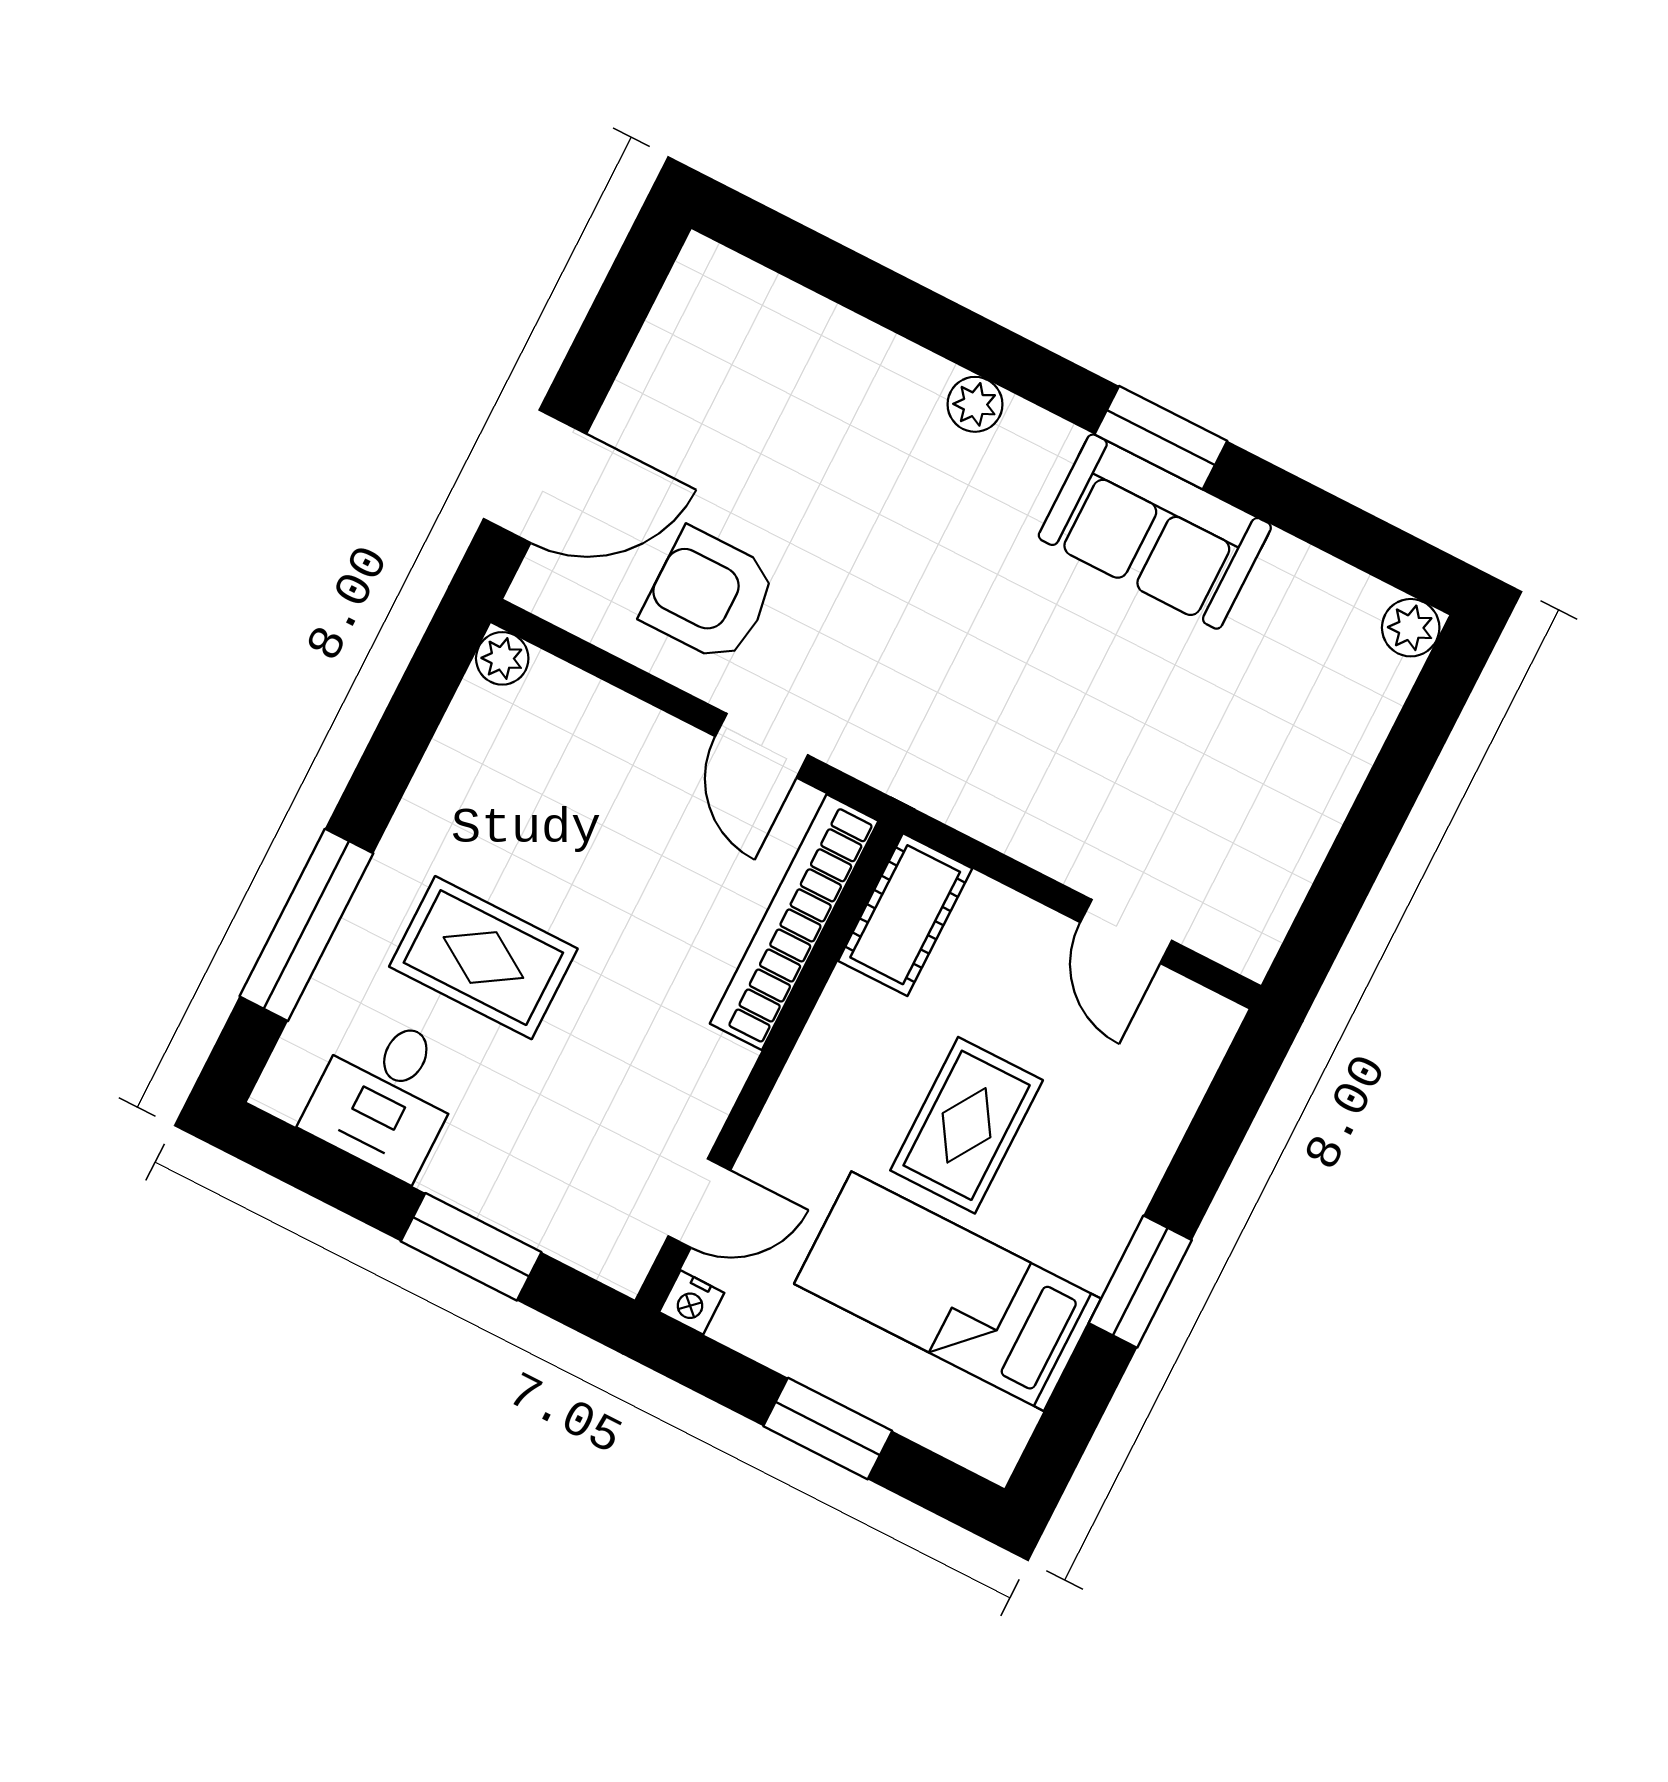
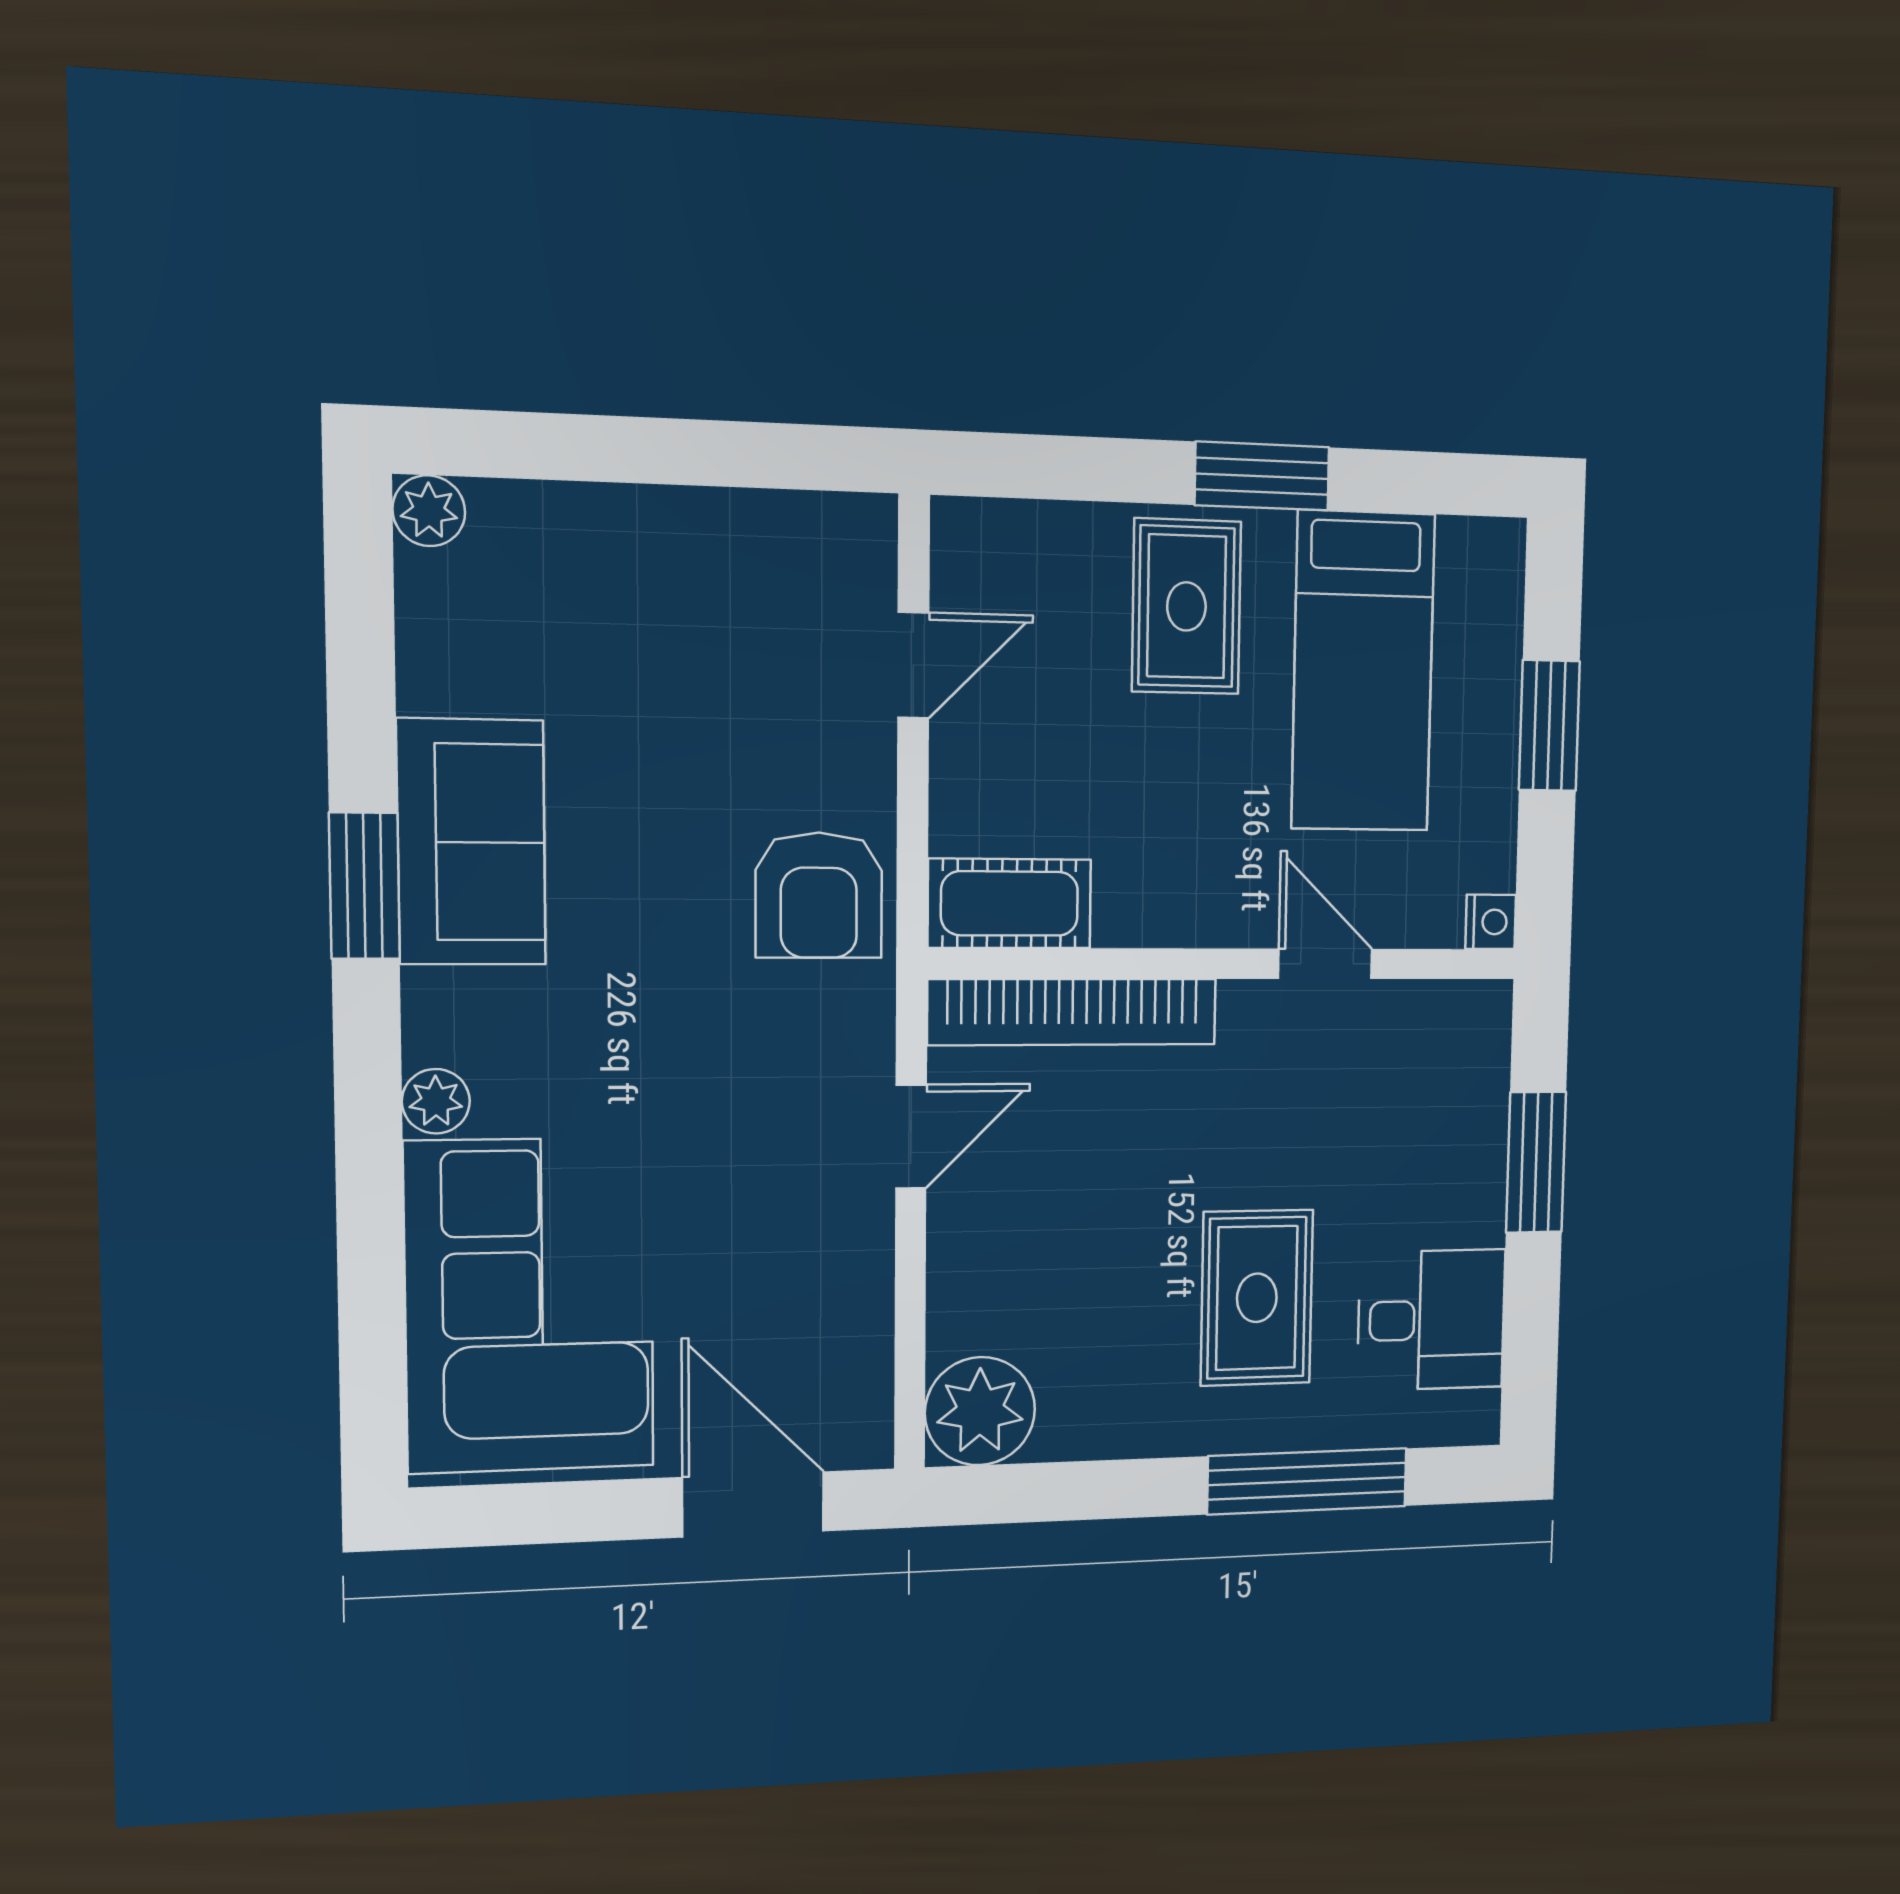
corner sofa: (783, 391) -> (530, 1305), added
armchair: (709, 596) -> (819, 895), moved
plant: (502, 658) -> (980, 1411), width x1.88, depth x1.88
rug: (967, 1125) -> (1186, 606), moved, turned 90
door: (699, 1203) -> (1325, 964), moved

